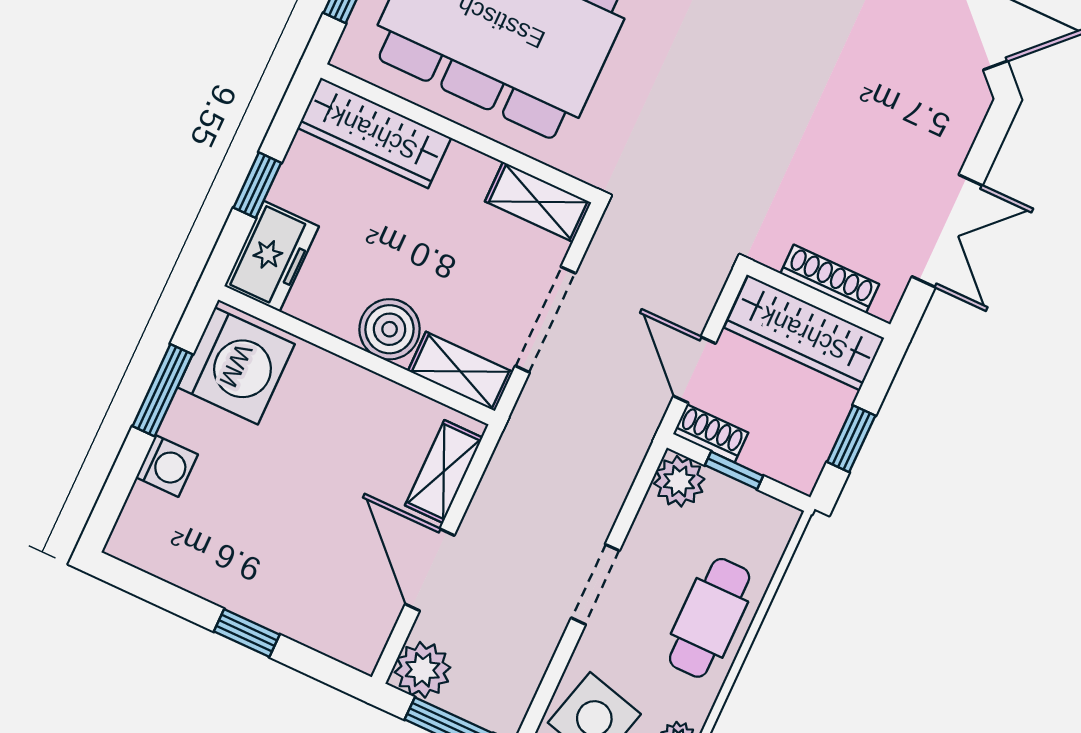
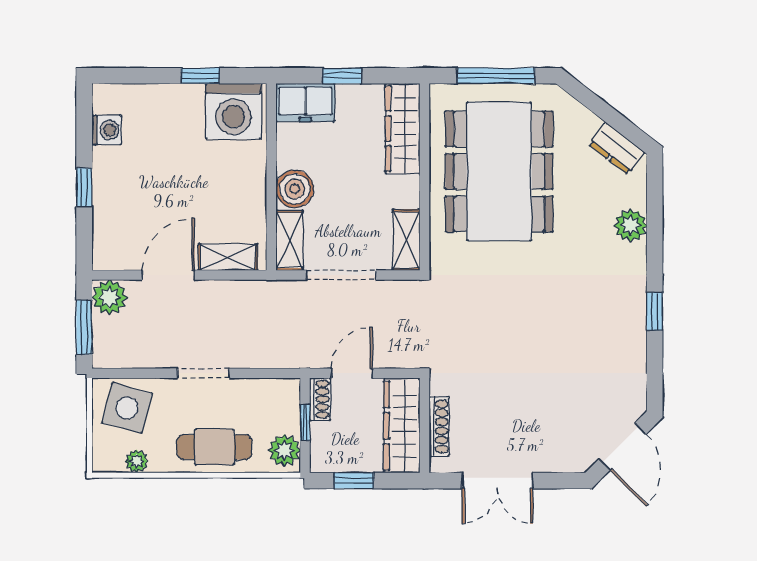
window: (163, 390) -> (200, 76), width x0.67
washing machine: (167, 466) -> (107, 130), moved, turned -90
plant: (679, 481) -> (284, 450), moved

